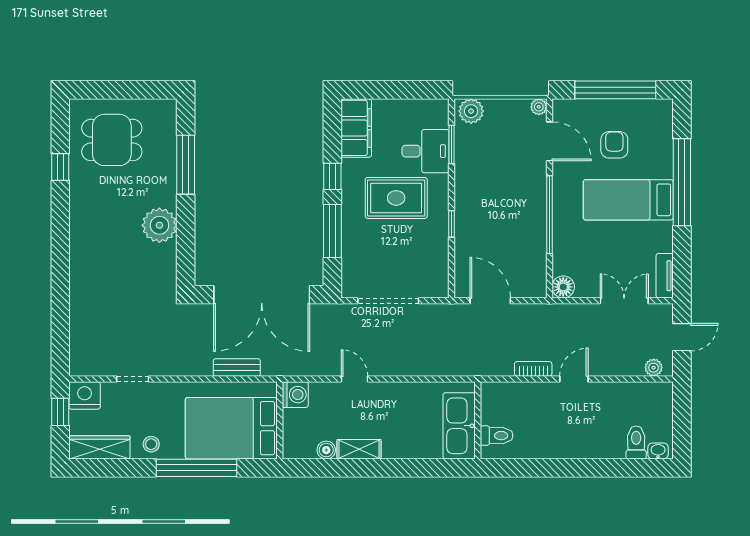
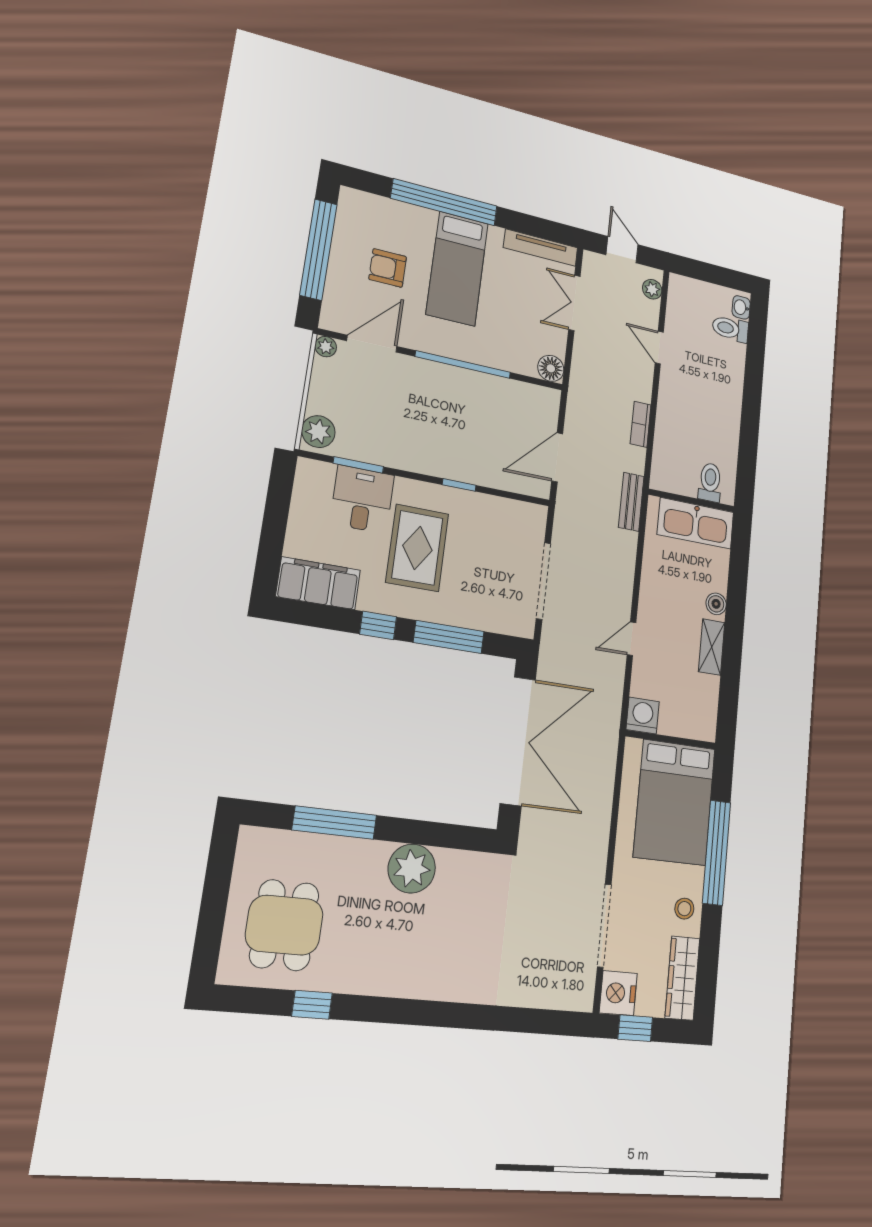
tv unit: (665, 276) -> (541, 248), width x1.41
bench: (237, 367) -> (631, 502), moved
doorway: (133, 379) -> (604, 926), width x1.87
door: (574, 379) -> (659, 348), moved
boiler: (326, 450) -> (716, 604), moved

